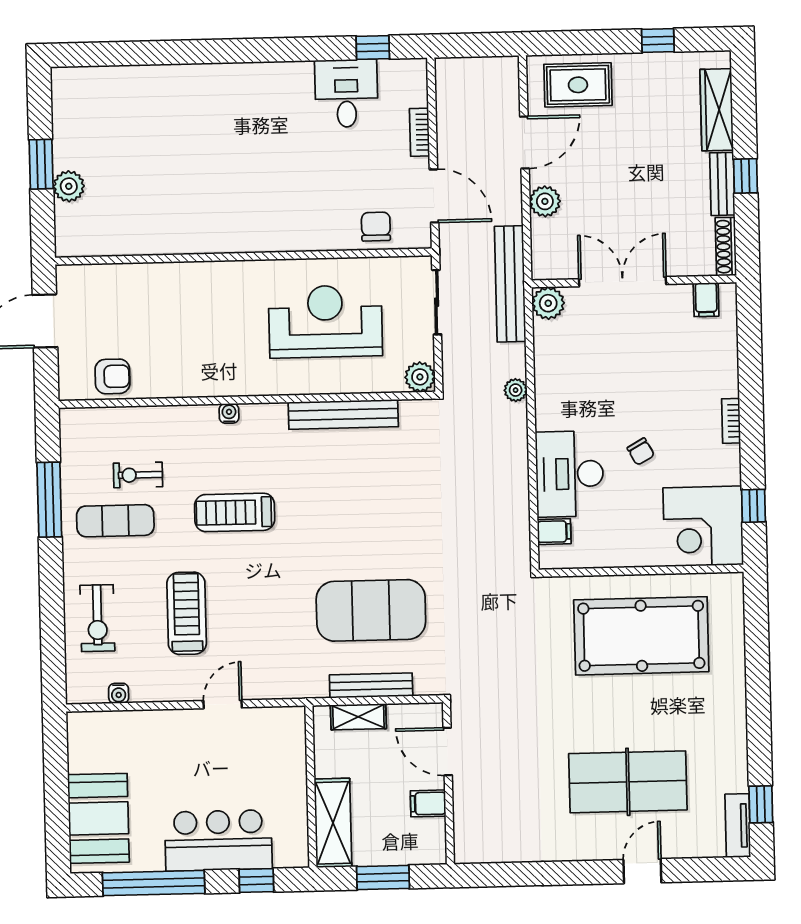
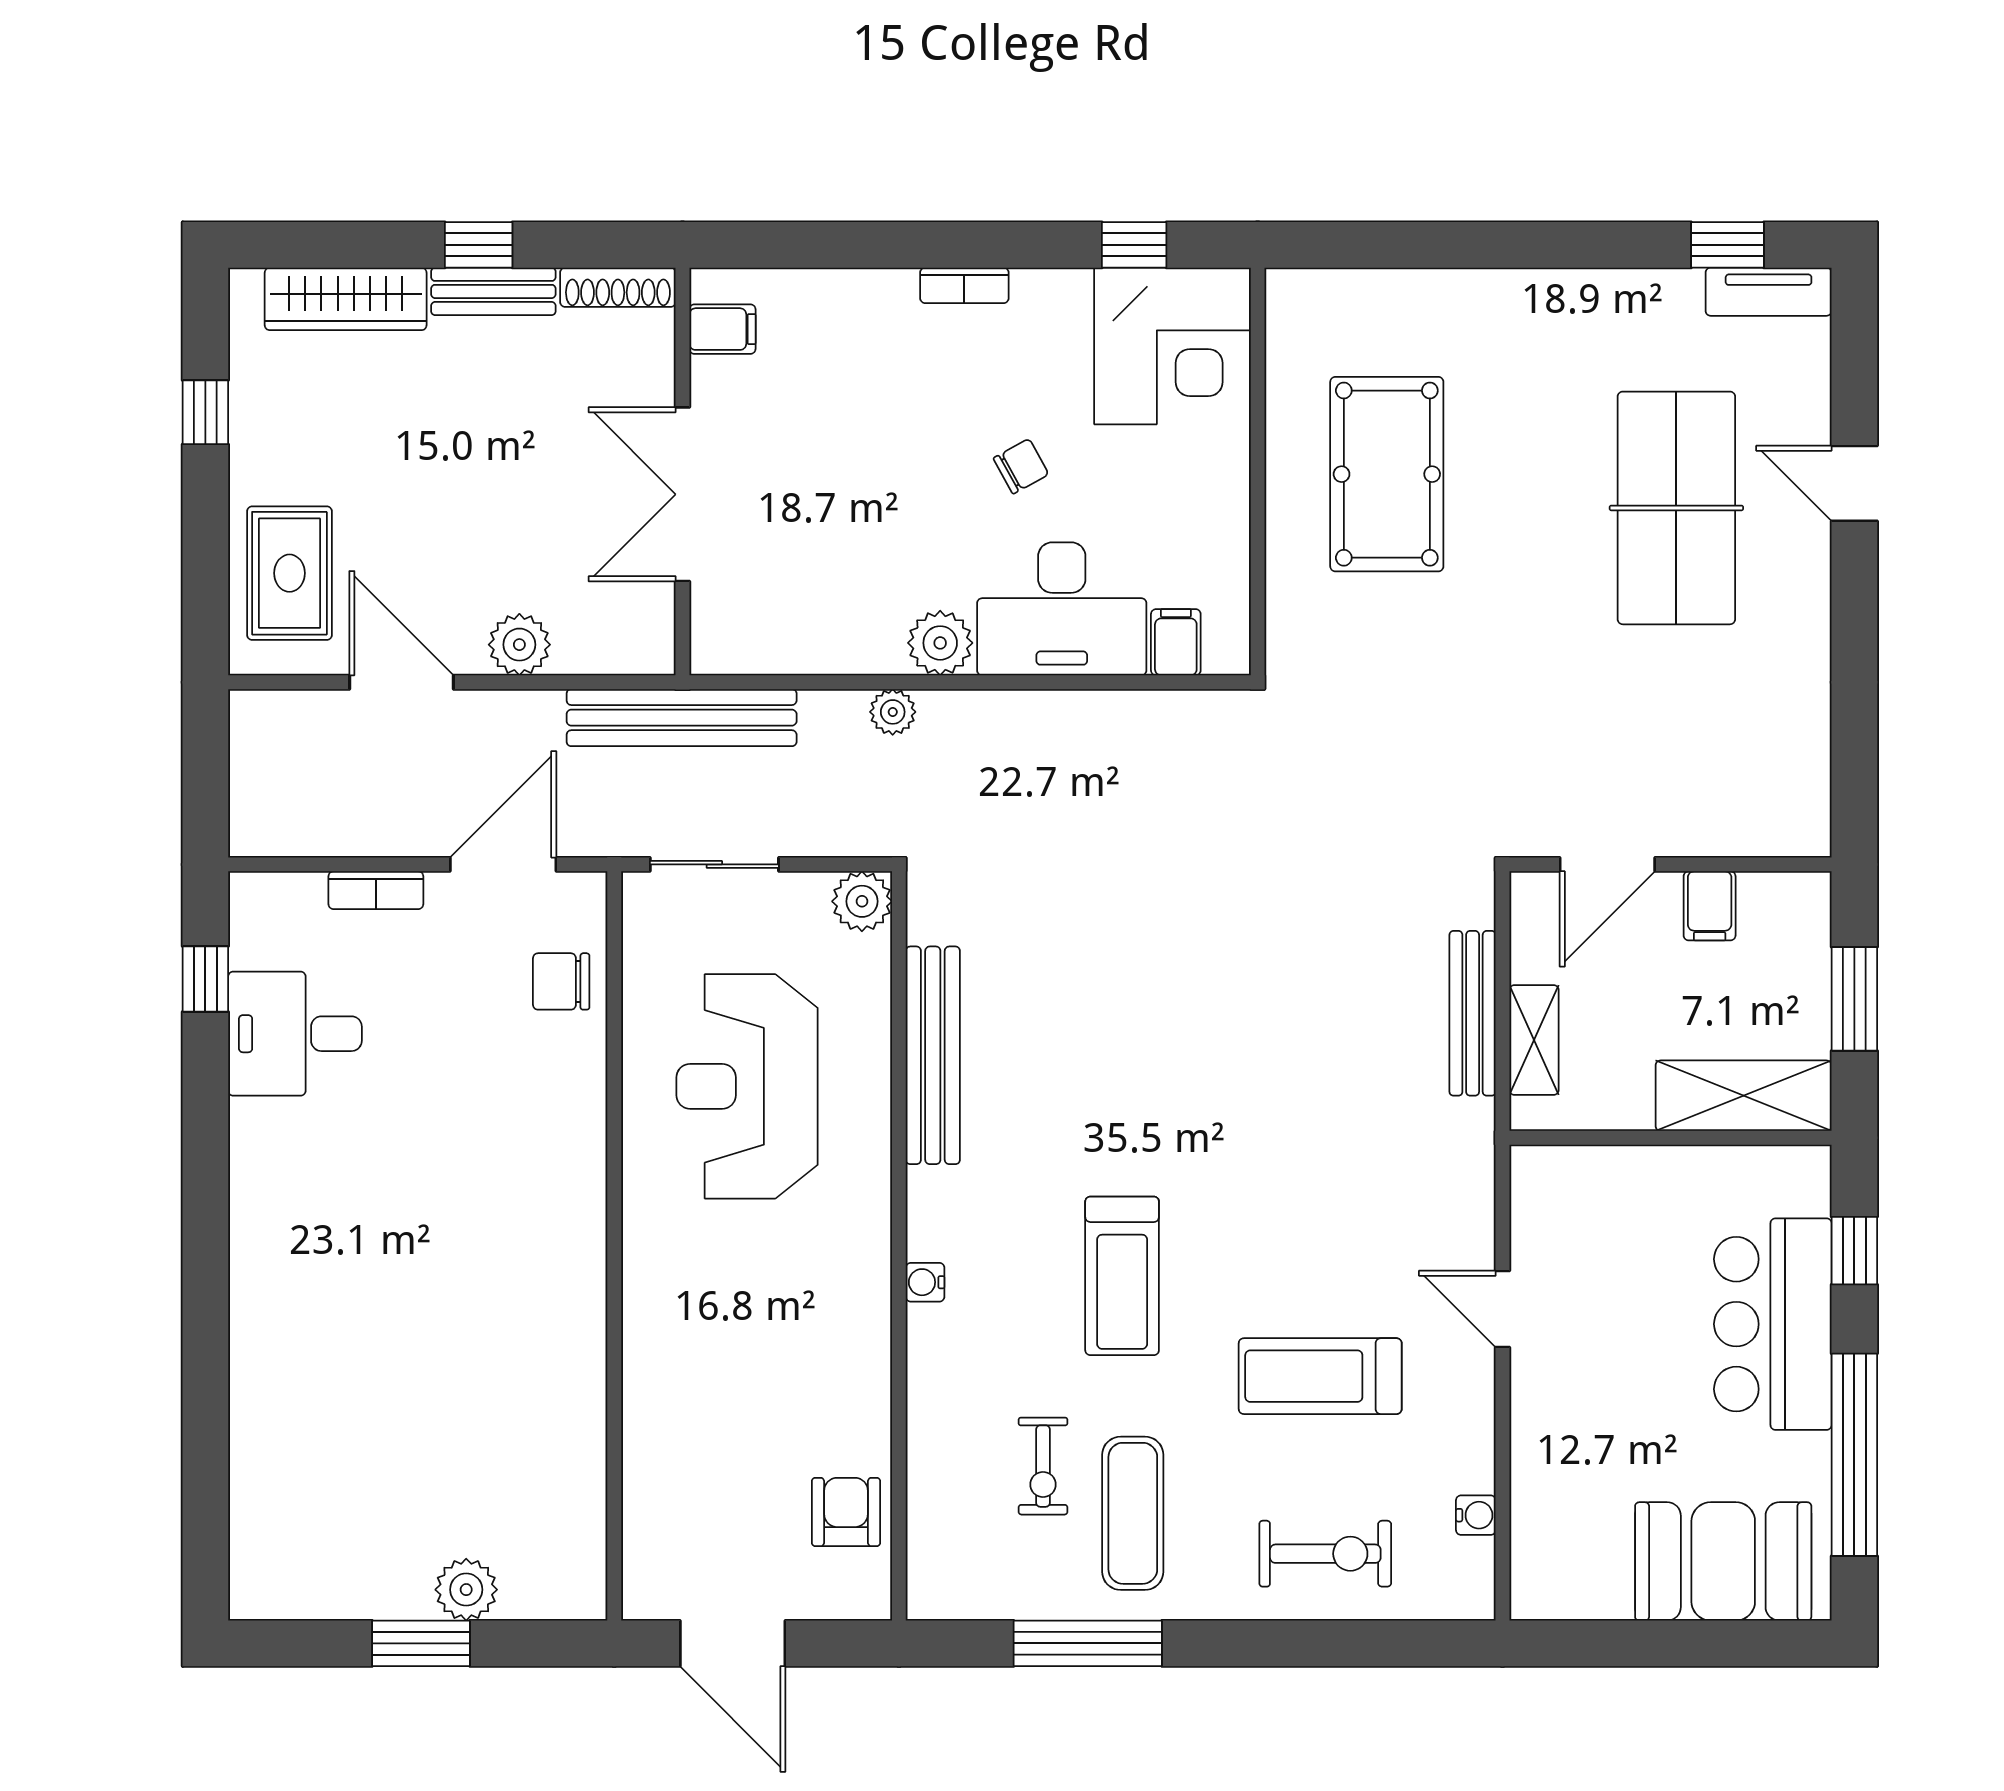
plant: (548, 303) -> (940, 643), moved
exercise mat: (371, 610) -> (1323, 1010), removed
pool table: (641, 636) -> (1387, 474), width x0.73, depth x0.76

